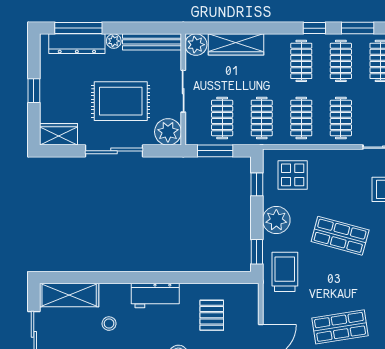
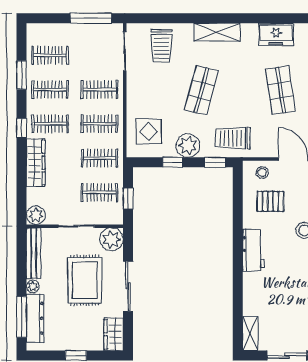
window: (314, 28) -> (22, 128), moved
wardrobe: (236, 44) -> (36, 163), moved
window: (215, 151) -> (128, 199), width x0.67
window: (257, 184) -> (173, 162), moved
shelving: (69, 295) -> (250, 334), width x0.67, depth x0.75
stool: (109, 324) -> (262, 173), moved

